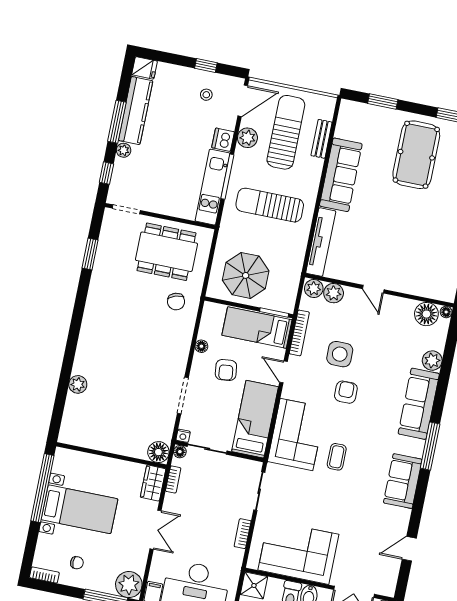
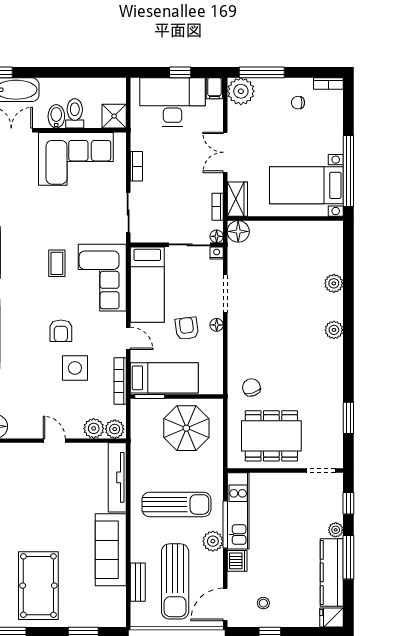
plant: (247, 138) -> (213, 541), moved
plant: (87, 340) -> (334, 330), added
floor lamp: (201, 346) -> (217, 325), moved
bed with nightstands: (79, 509) -> (306, 185), moved

